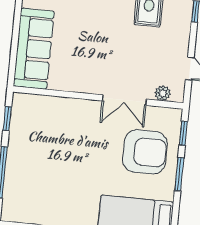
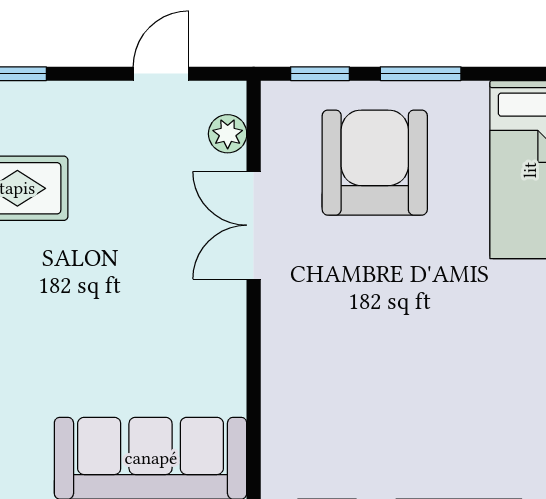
double door: (124, 100) -> (254, 225), swing flipped

